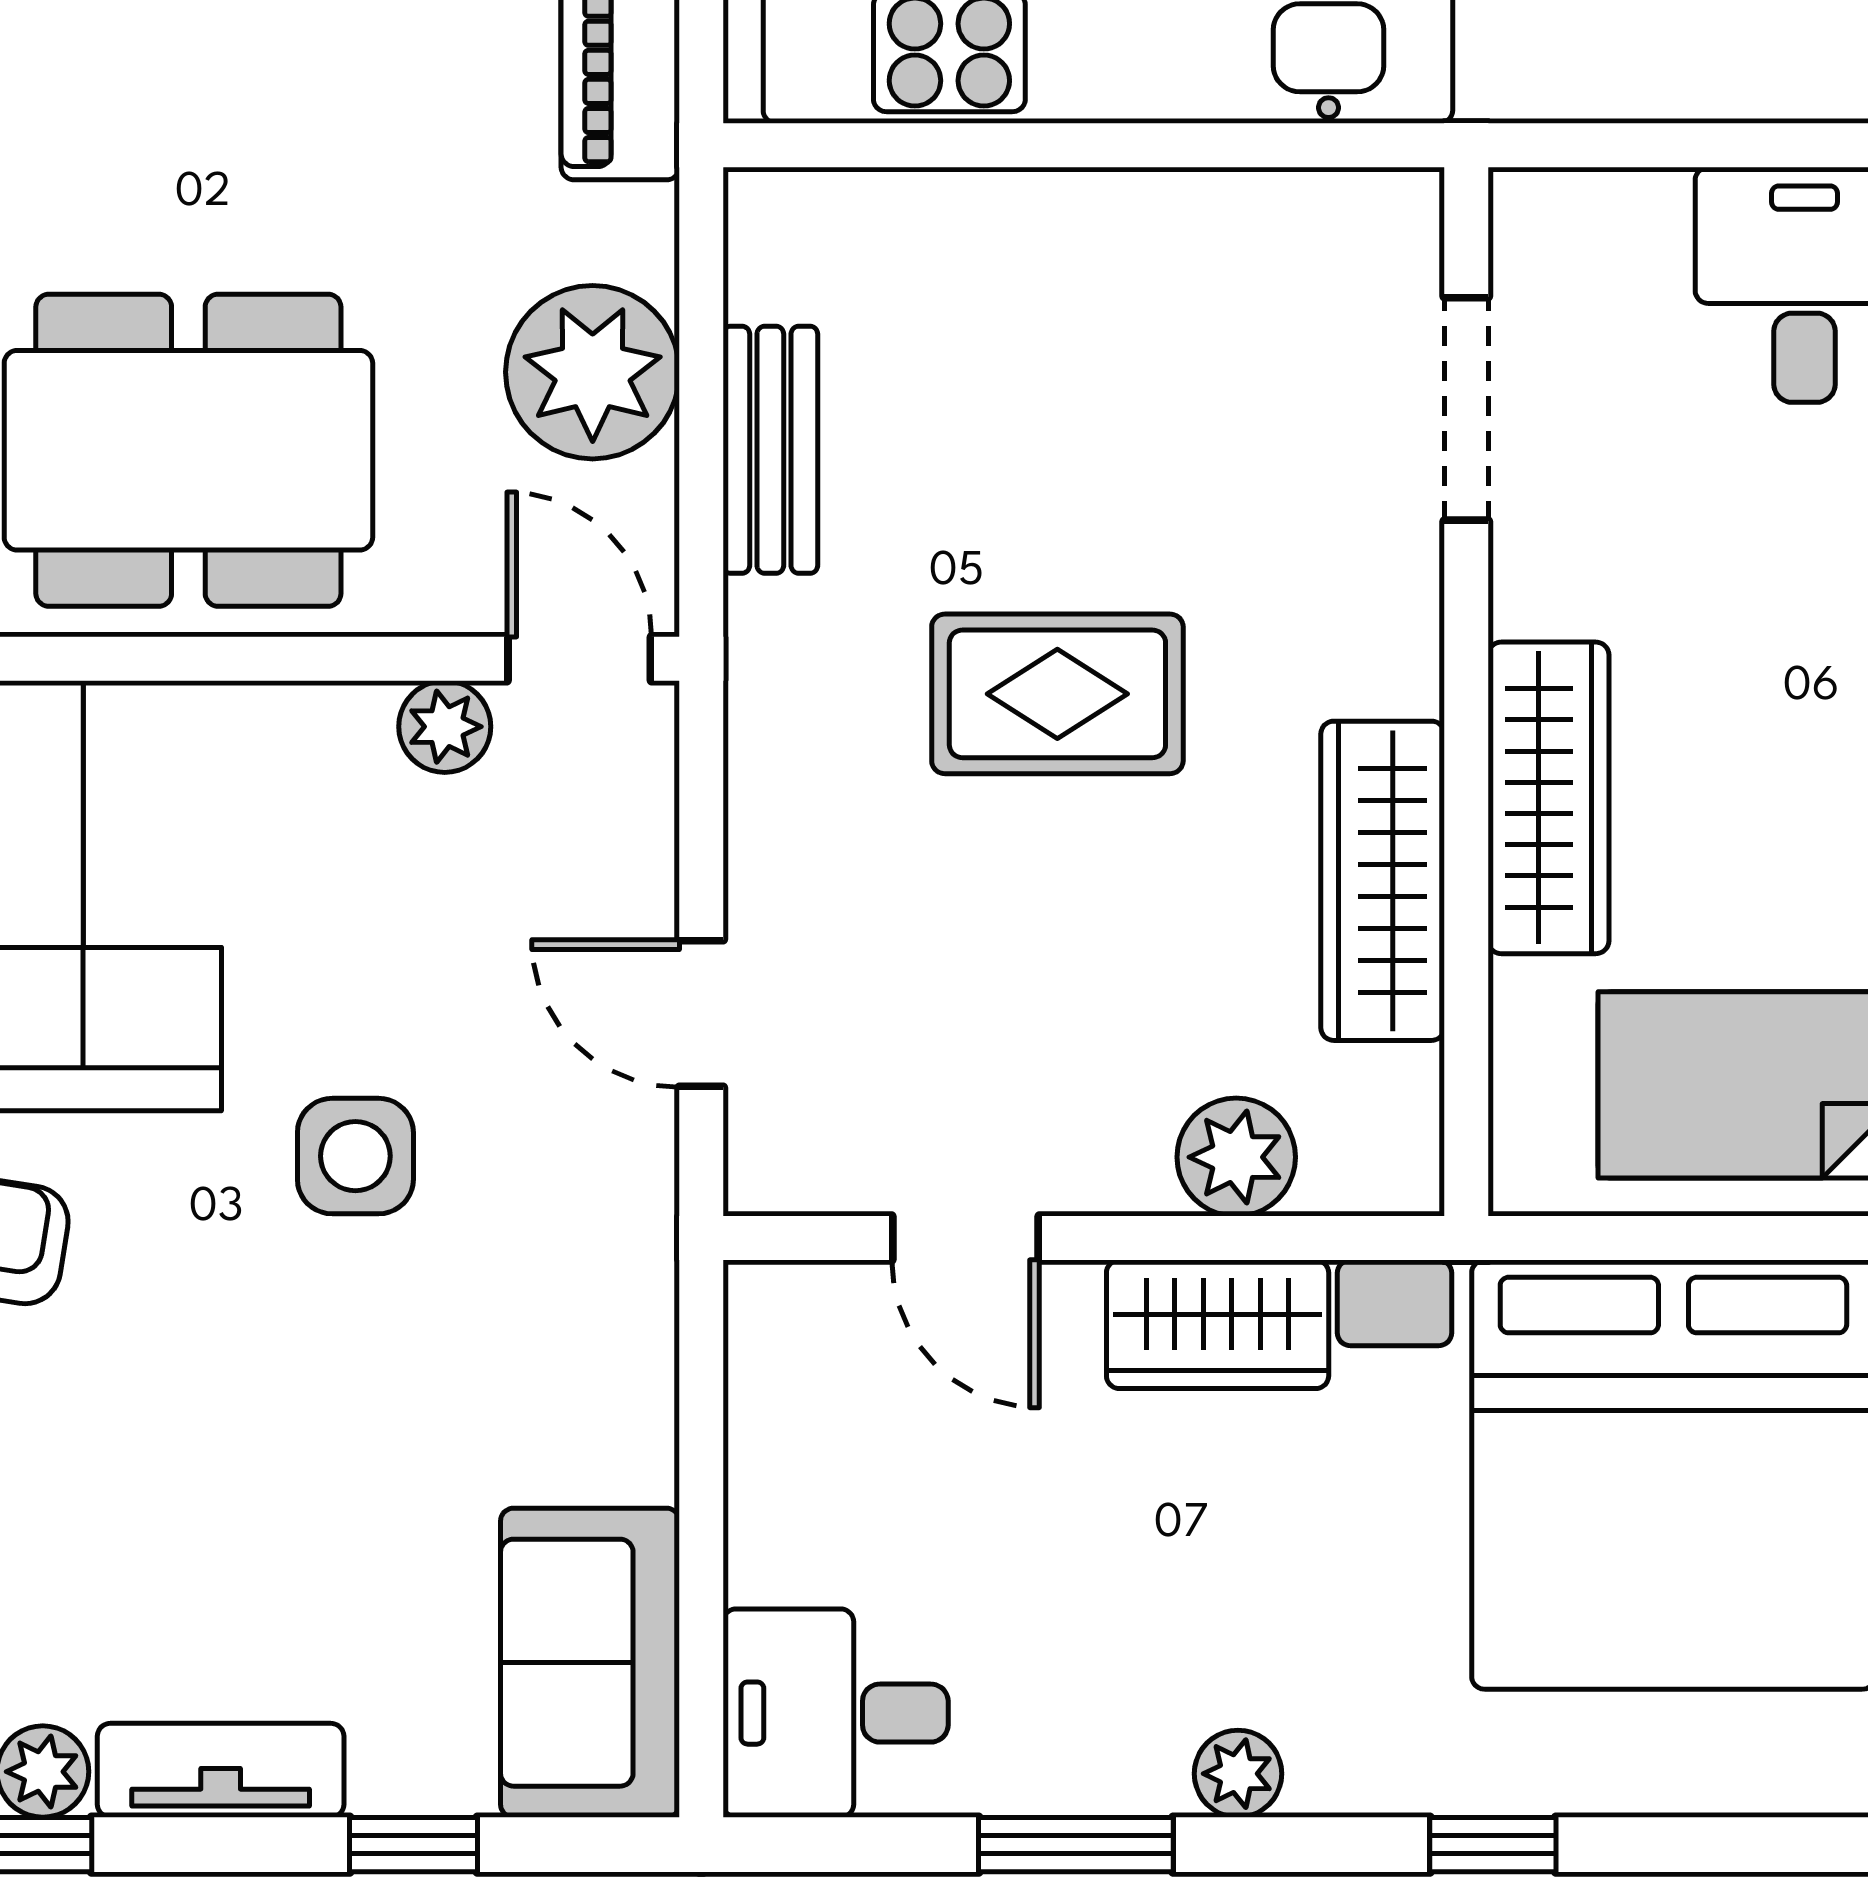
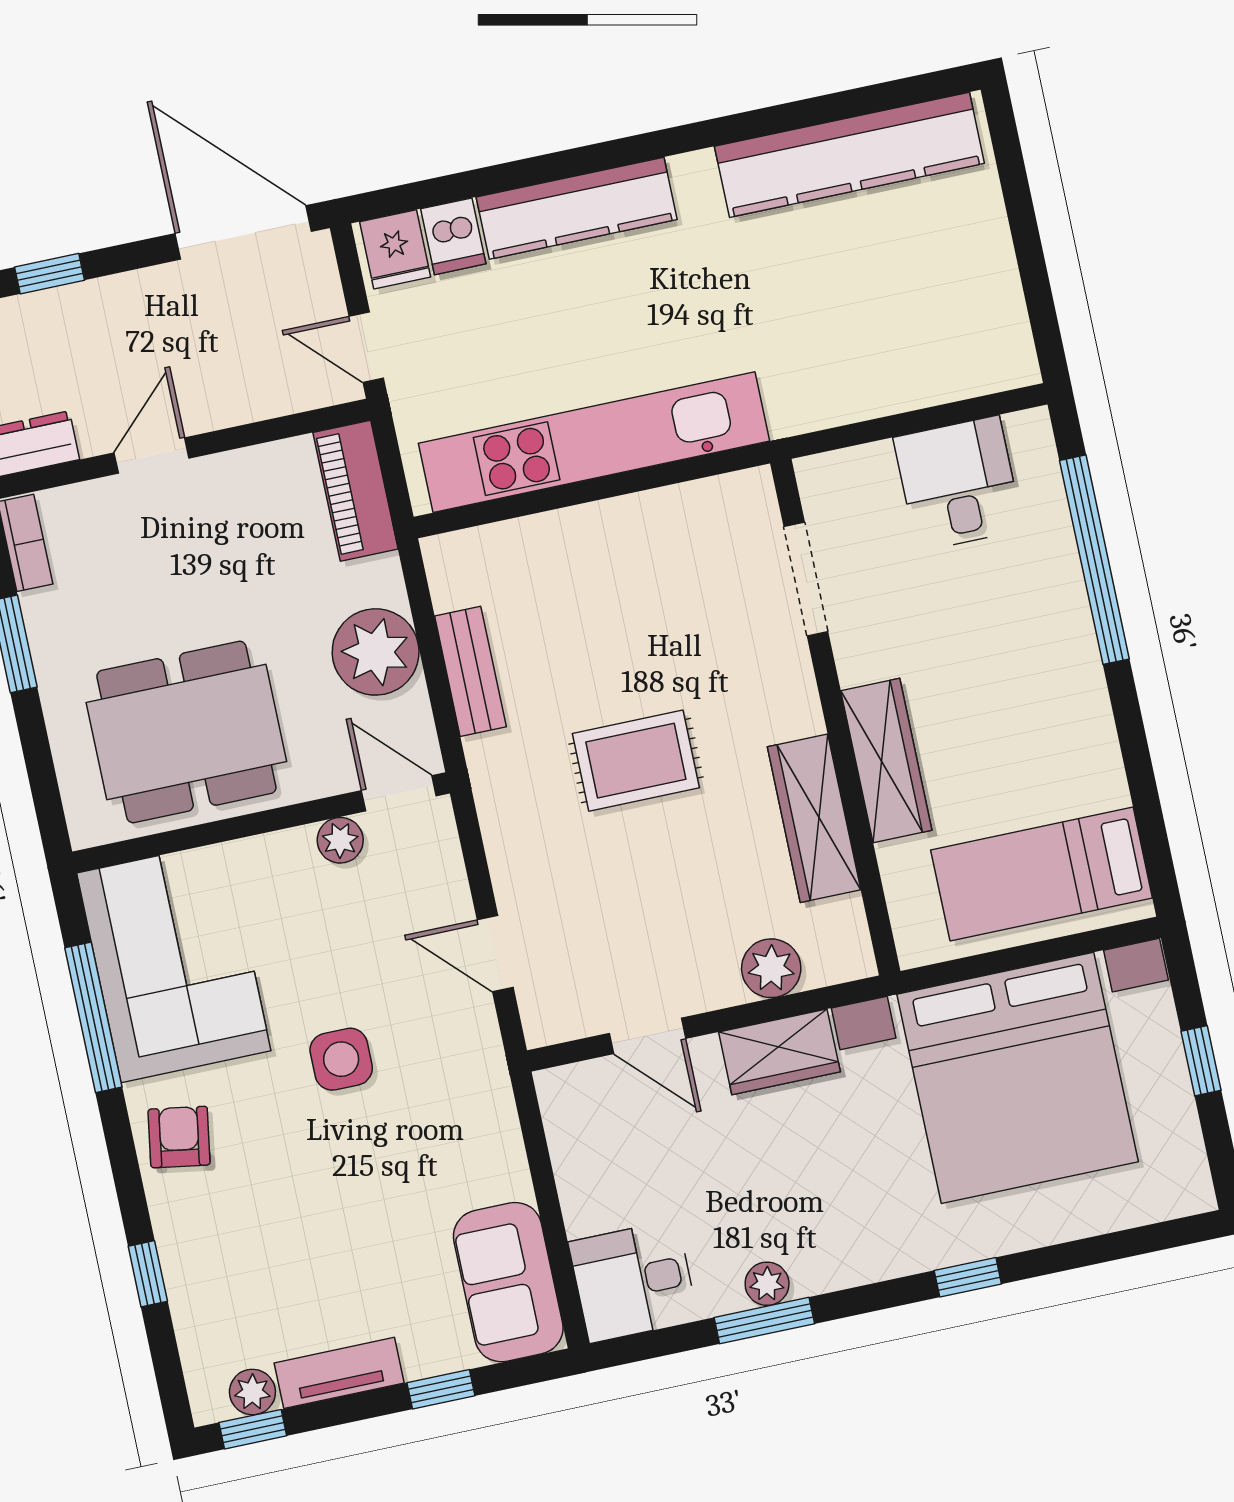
plant: (1238, 1774) -> (767, 1284), moved

